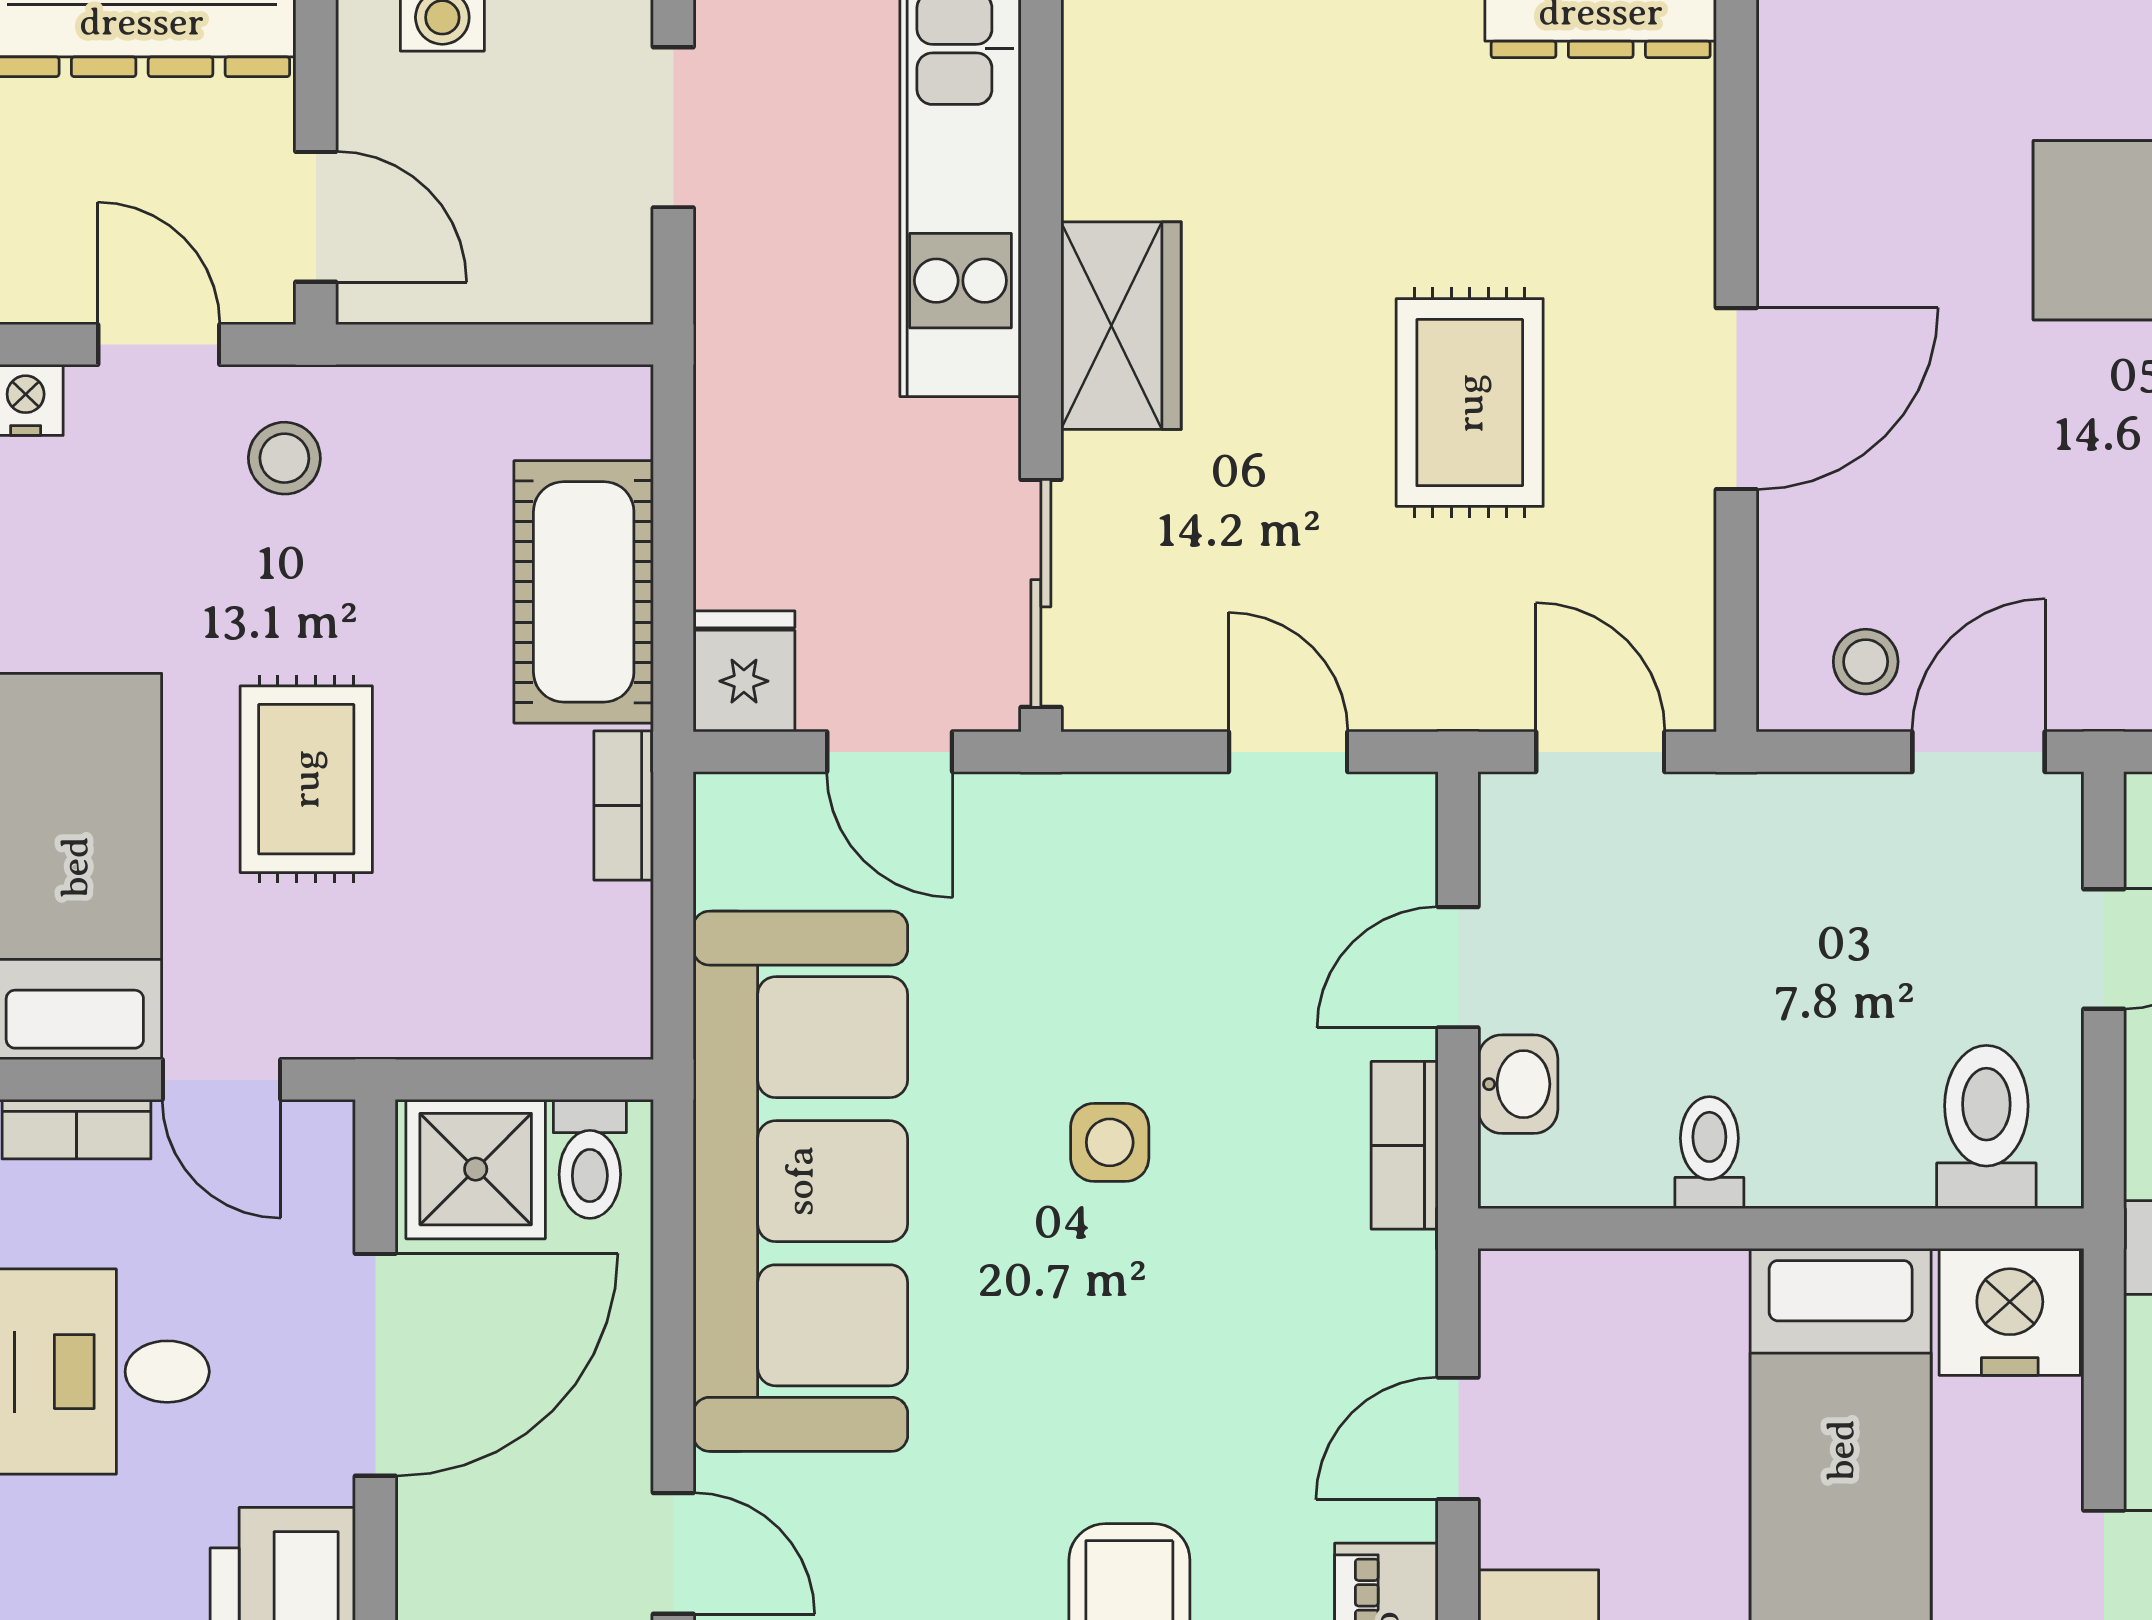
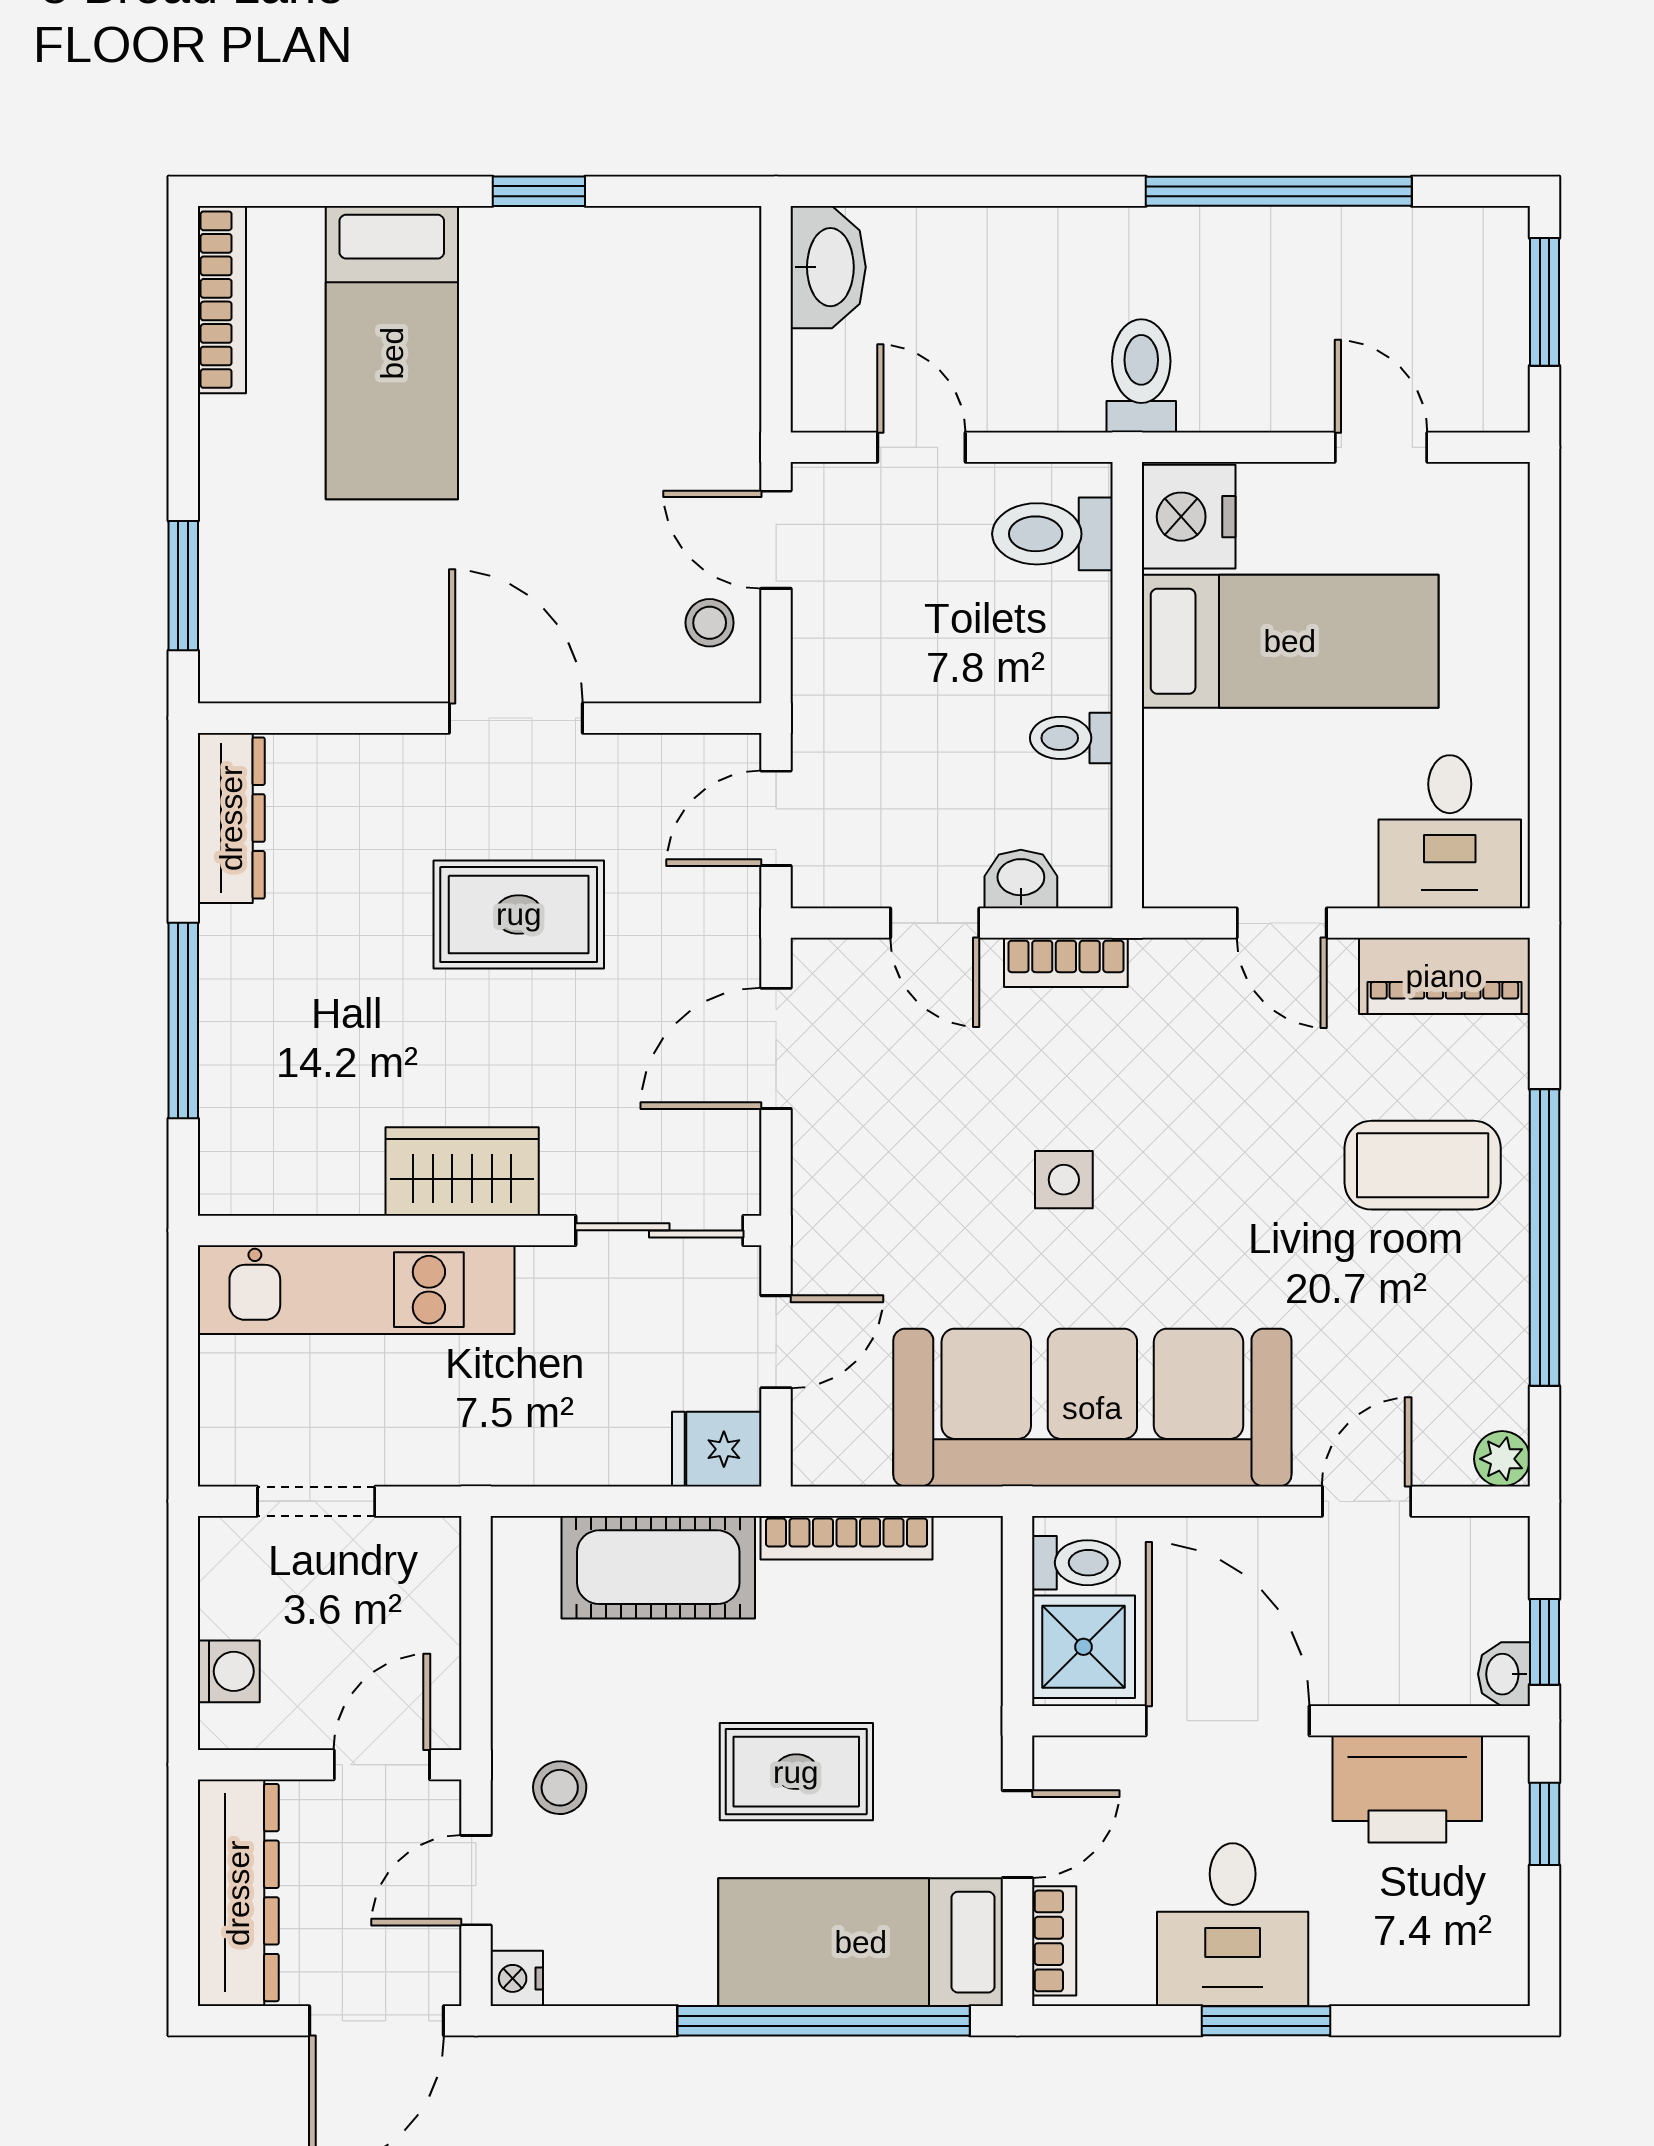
door: (1288, 752) -> (776, 1048), width x1.38
bookcase: (624, 805) -> (846, 1538), width x1.56

